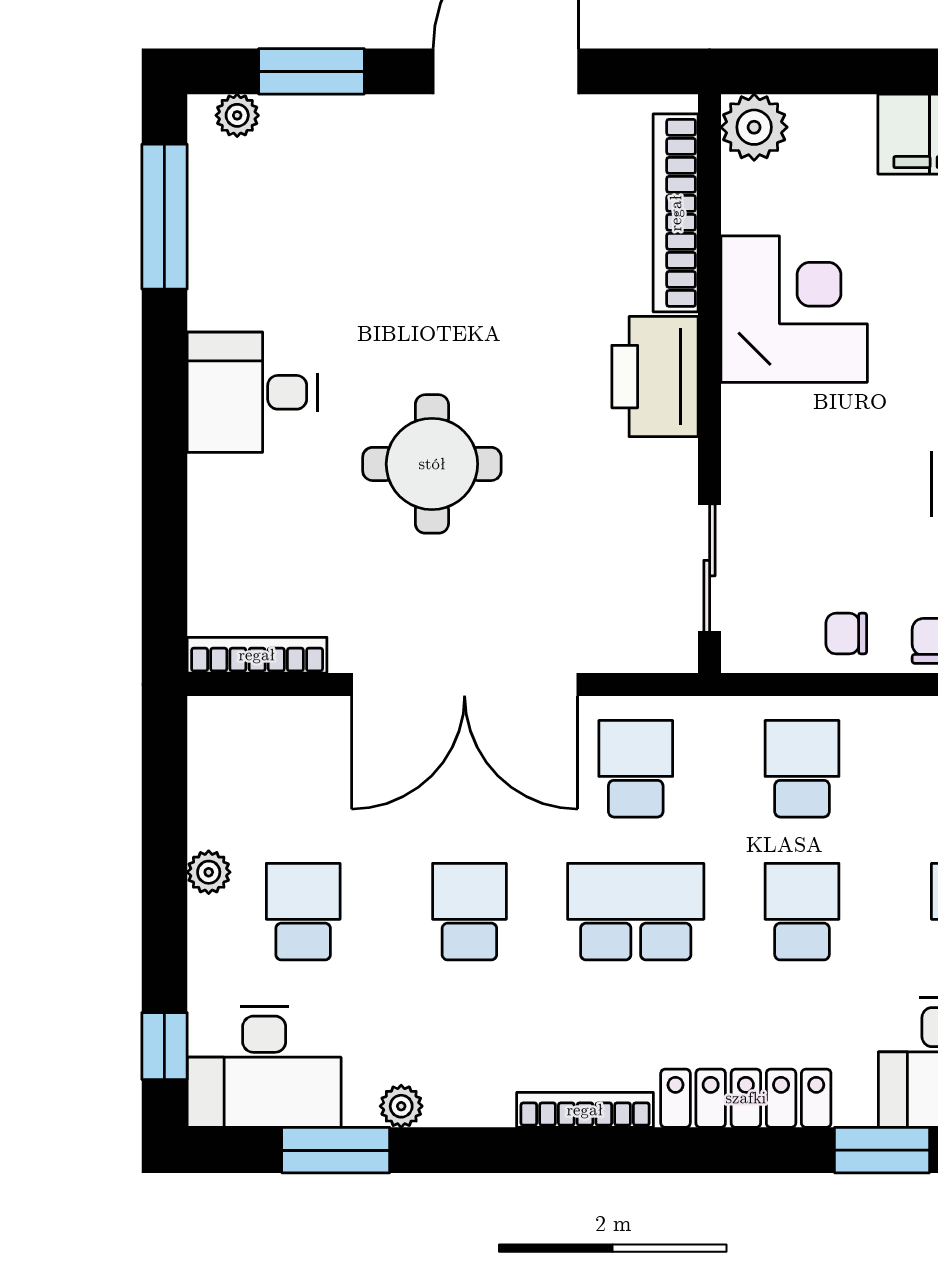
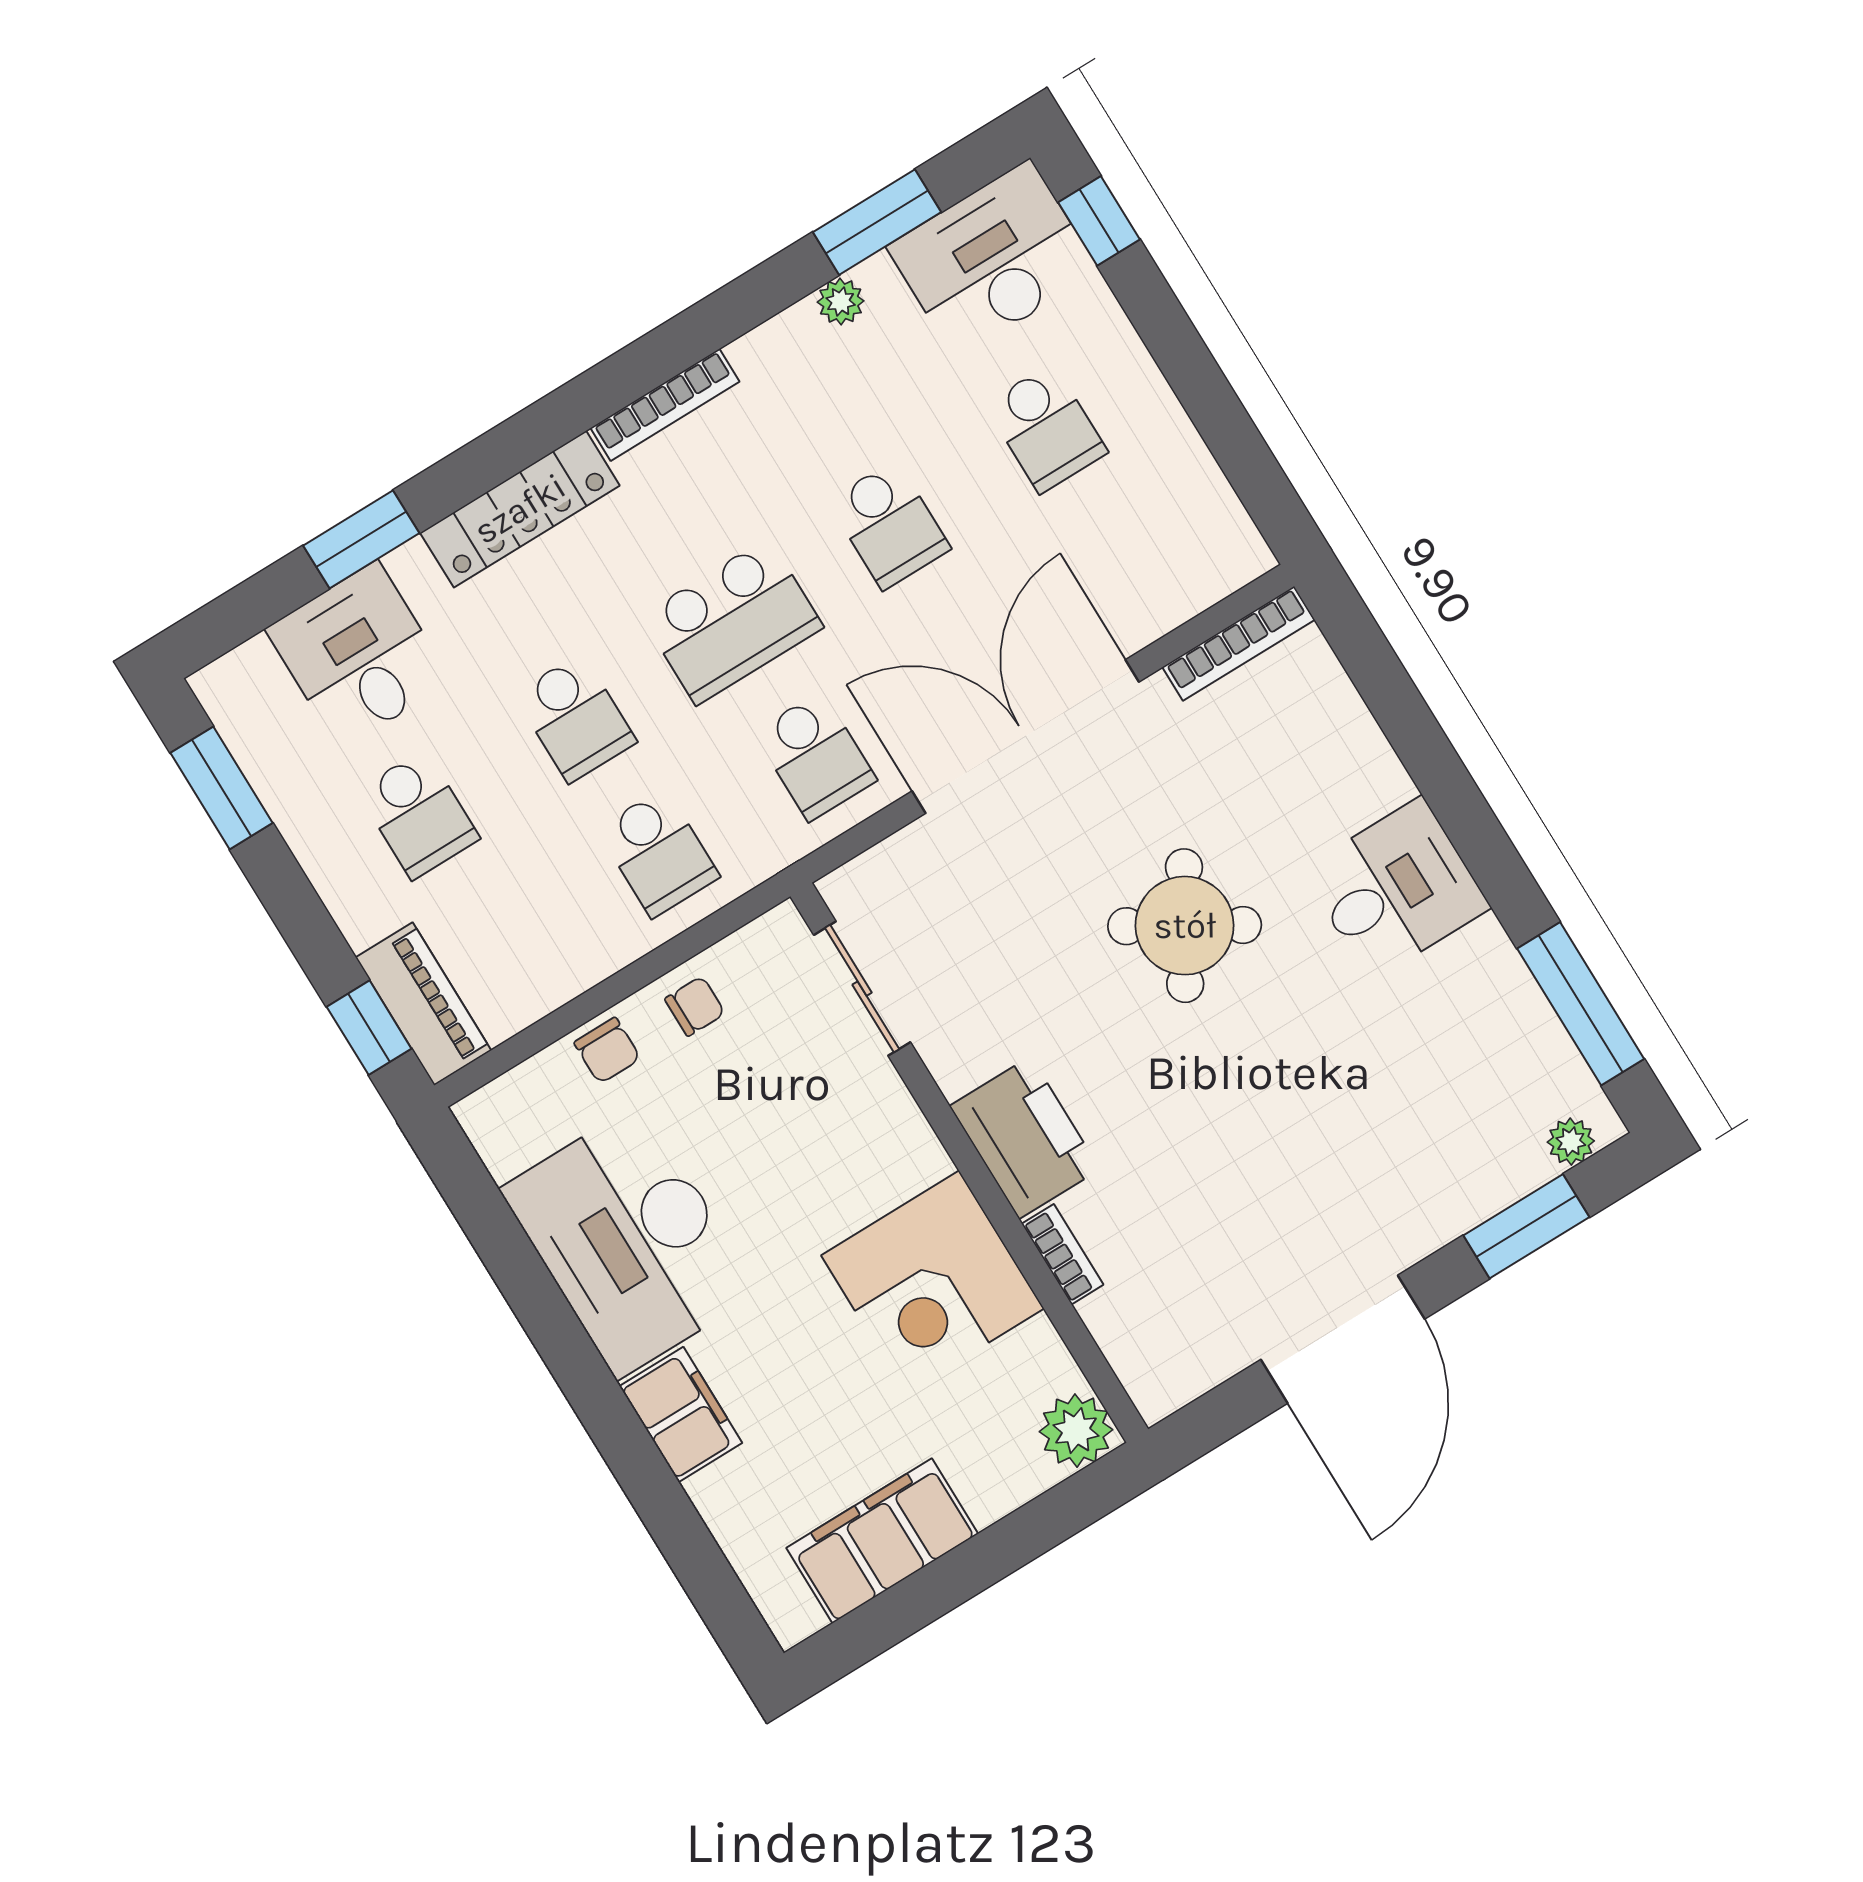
bookcase: (676, 213) -> (1063, 1254), width x0.43, depth x0.76
round table: (432, 464) -> (1185, 926), turned 31
plant: (209, 872) -> (1158, 411), removed

